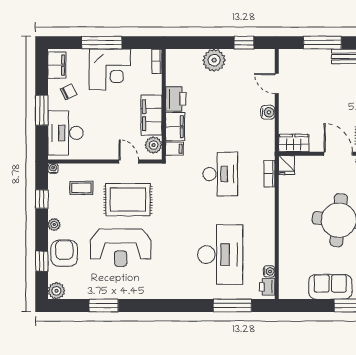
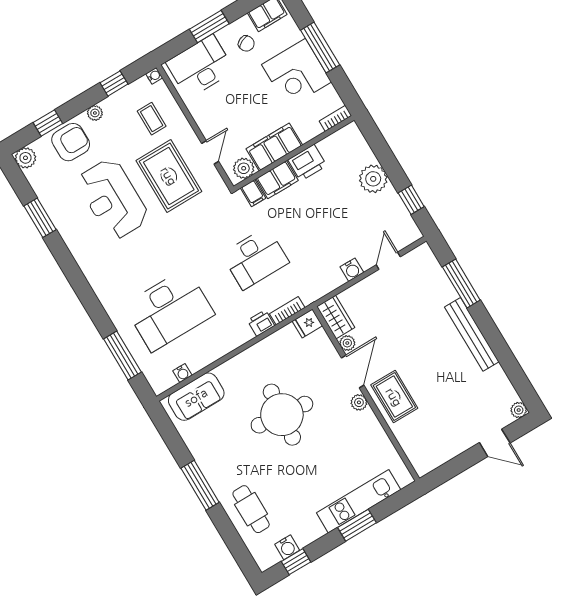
plant: (316, 146) -> (347, 343), added
printer: (267, 287) -> (261, 323), moved
sofa: (330, 287) -> (196, 397), moved, turned 90

